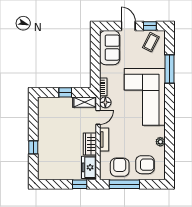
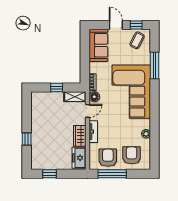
armchair: (145, 165) -> (132, 155), turned -90
window: (80, 184) -> (49, 174), moved

